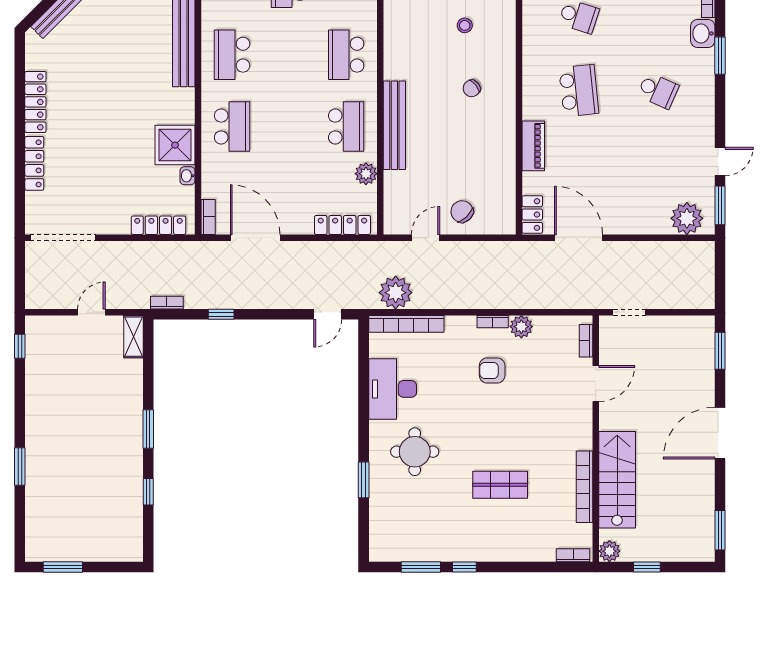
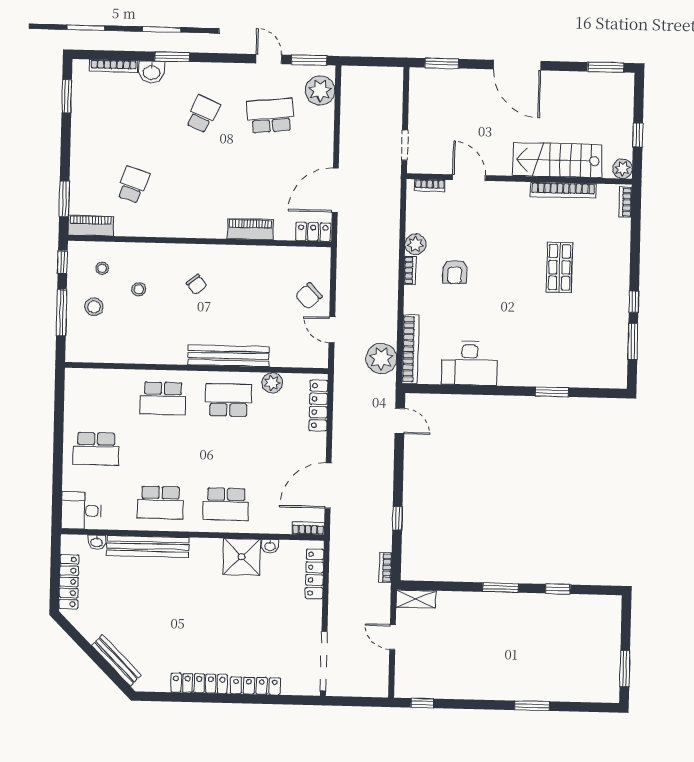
school desk: (579, 91) -> (271, 116), moved
school desk: (232, 127) -> (226, 504), turned 180
round table: (415, 452) -> (527, 345), removed

